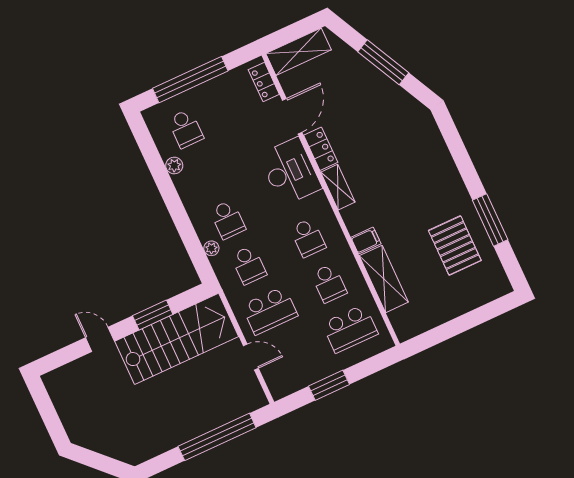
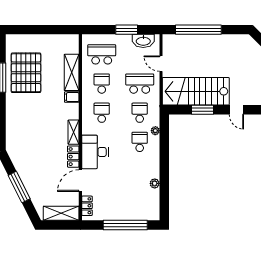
school desk: (186, 129) -> (140, 200), removed
pallet: (455, 245) -> (26, 73), width x1.37, depth x1.41
washbasin: (295, 380) -> (143, 41), added

